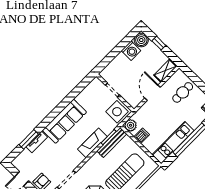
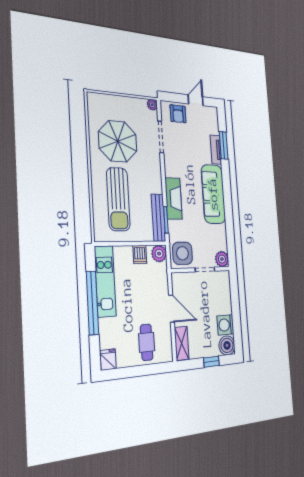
plant: (96, 84) -> (222, 259), added

